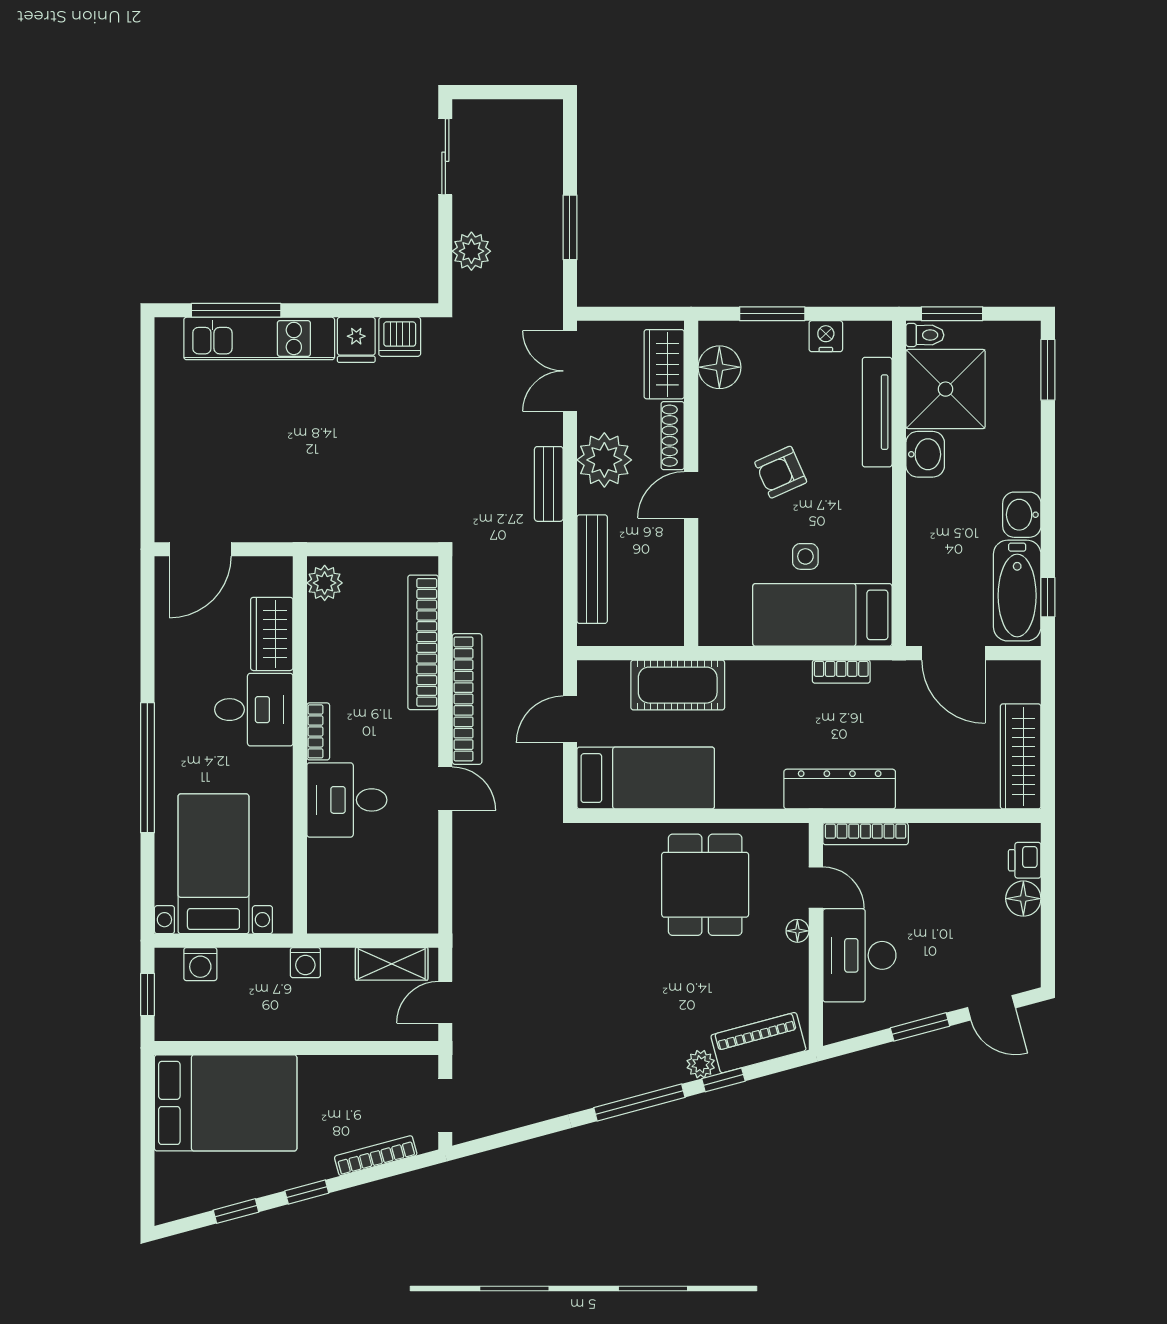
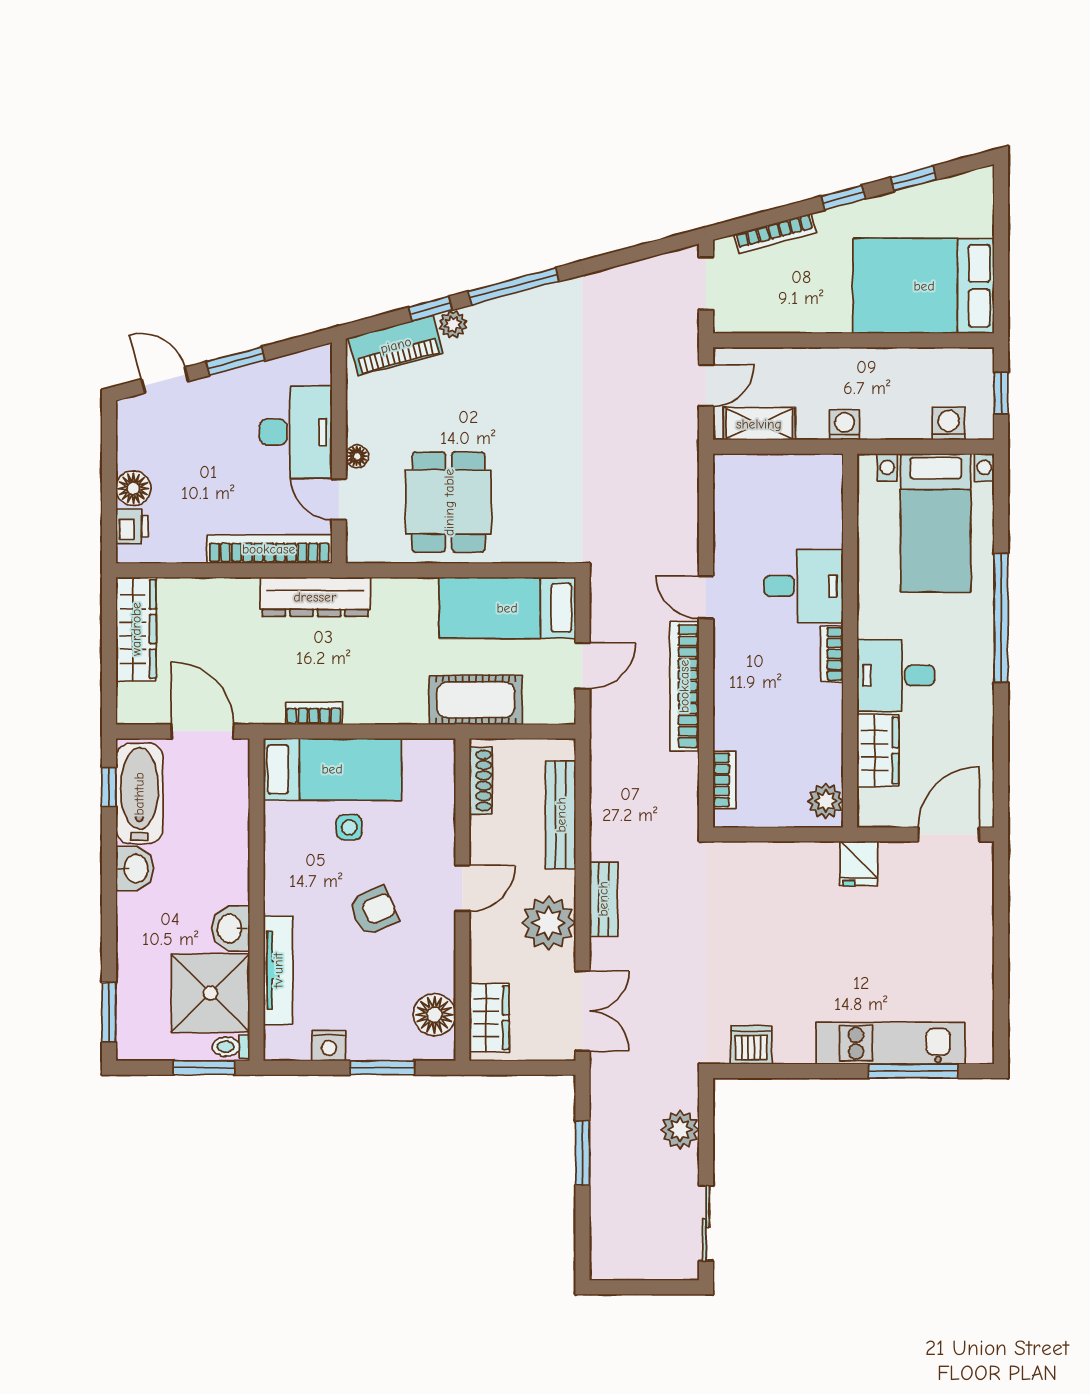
fridge: (356, 340) -> (859, 864), moved, turned 180
shoe rack: (673, 436) -> (481, 781), moved
bookcase: (423, 642) -> (724, 780), width x0.43, depth x0.76
bookcase: (866, 834) -> (269, 549), width x1.48, depth x1.31

